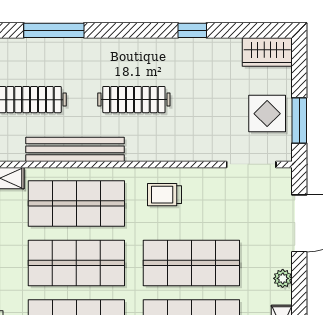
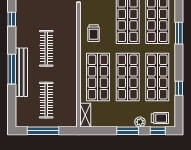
window: (54, 30) -> (12, 69), moved
bench: (75, 149) -> (21, 72), moved

